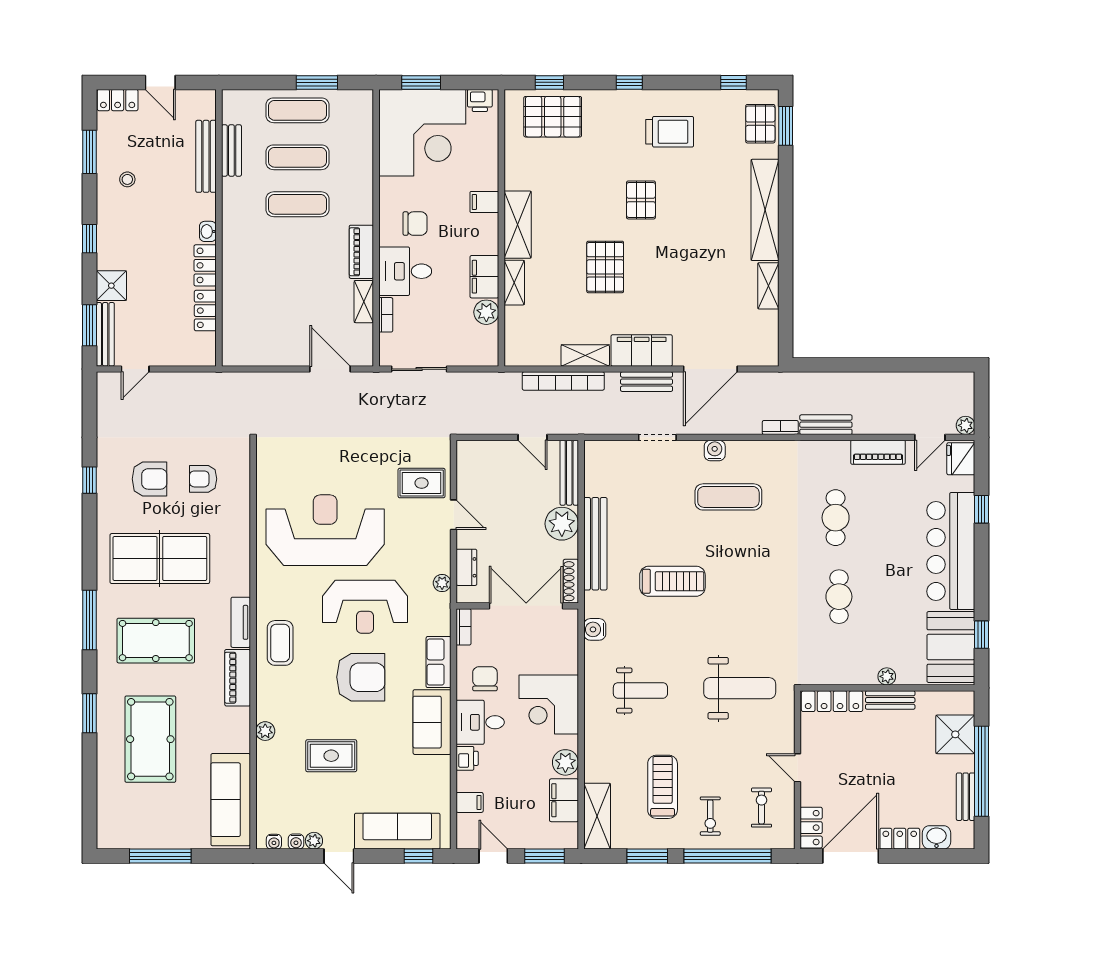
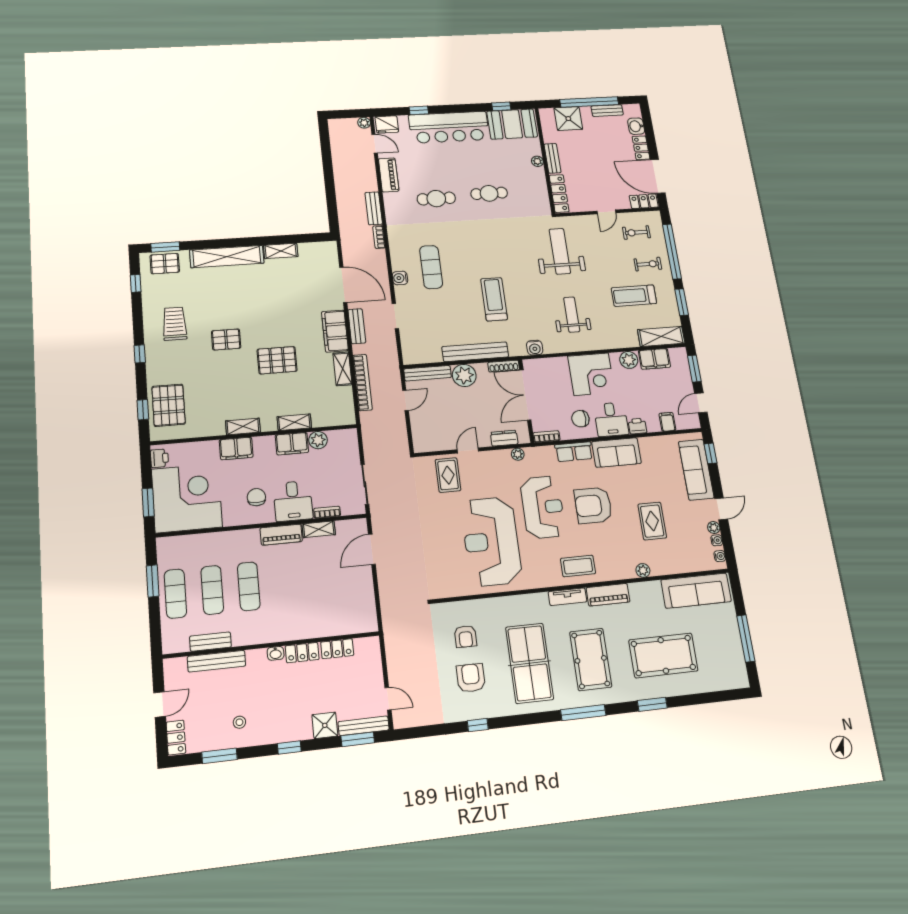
filing cabinet: (484, 202) -> (236, 448), width x2.00
shelving: (518, 225) -> (243, 427), width x0.67, depth x0.75
armchair: (361, 677) -> (593, 505), turned -90

